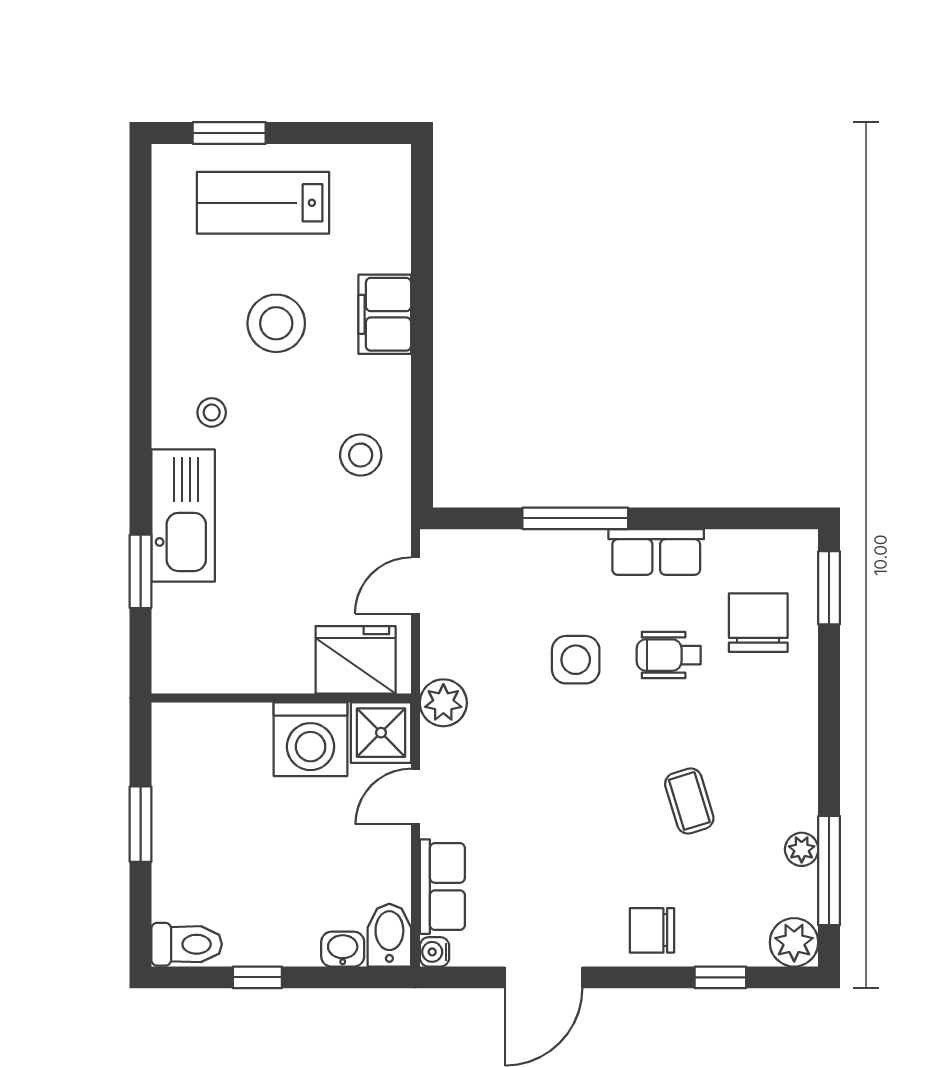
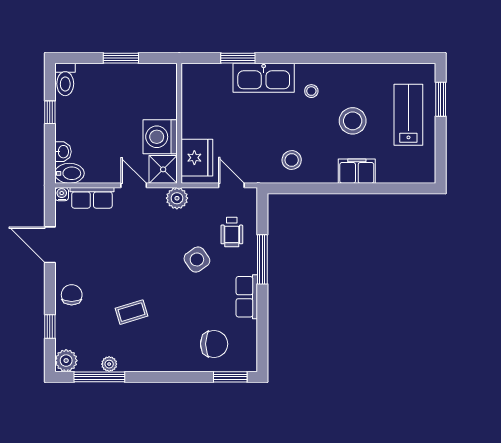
wheelchair: (669, 655) -> (232, 232), moved, turned 180
side table: (576, 660) -> (197, 259), turned -35

